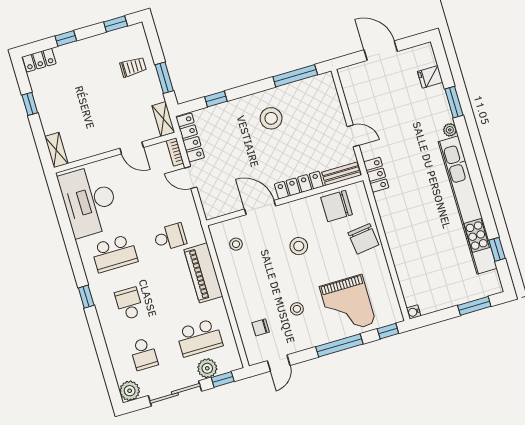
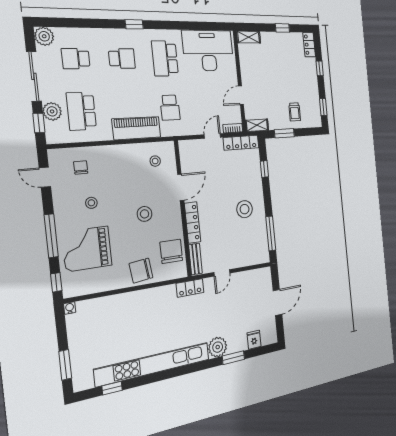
plant: (450, 130) -> (218, 347), width x1.87, depth x1.87

